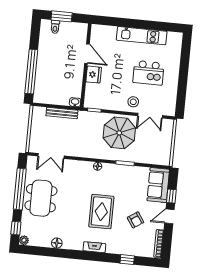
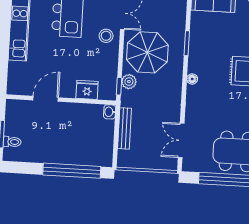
fridge: (94, 75) -> (87, 90), moved
plant: (98, 118) -> (129, 82), added
double door: (51, 156) -> (181, 140), swing flipped

